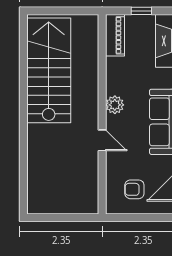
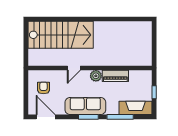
piano: (115, 35) -> (115, 76), moved
stairs: (49, 70) -> (61, 35), moved

